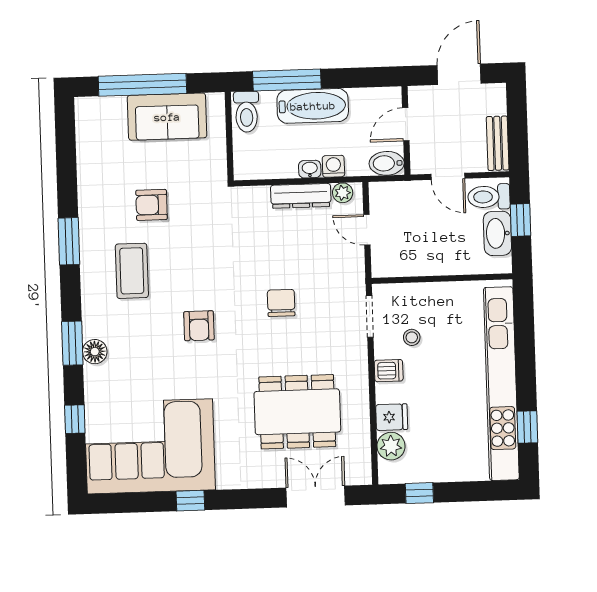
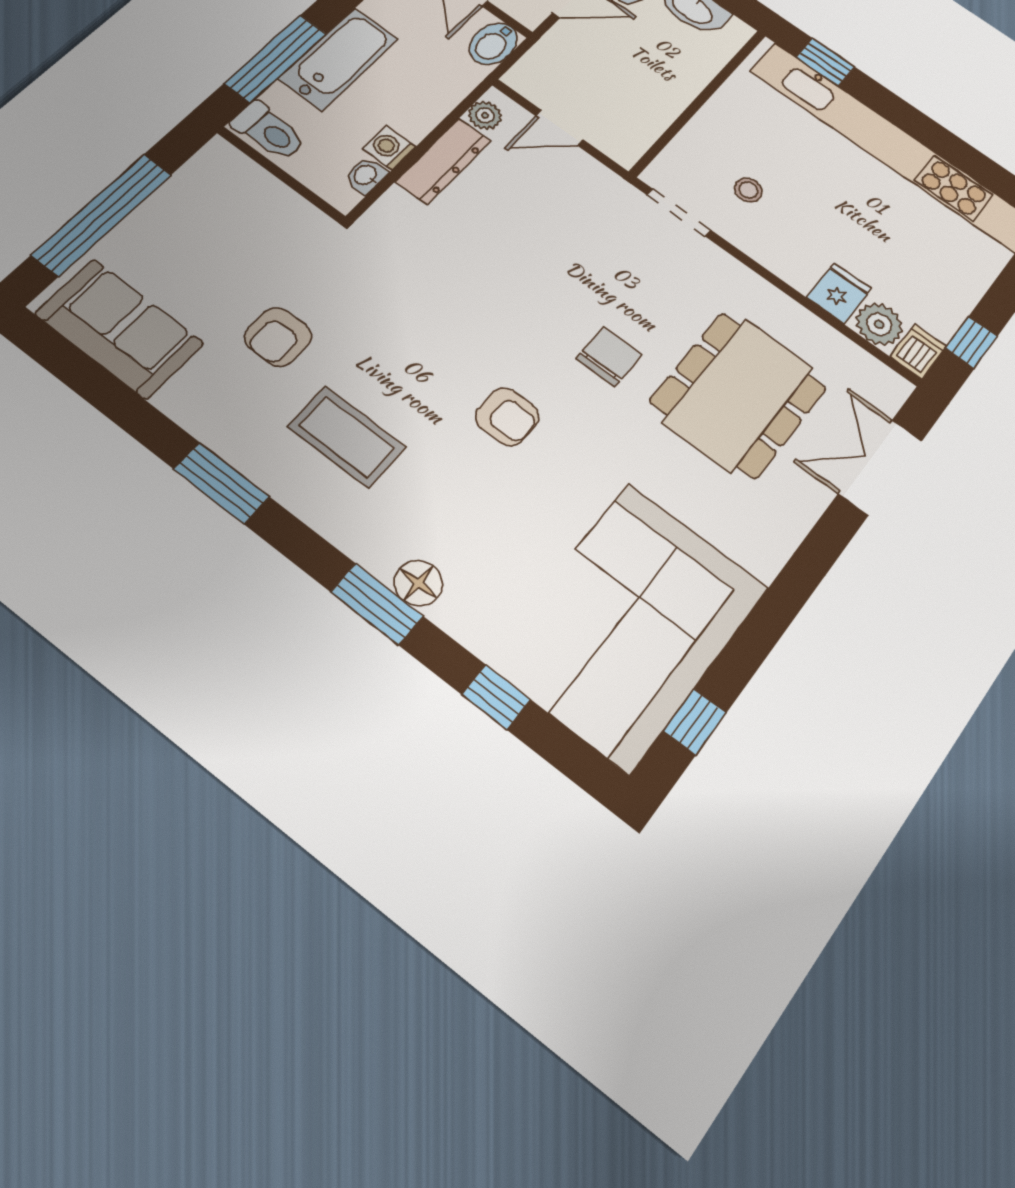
sofa: (167, 117) -> (119, 328), moved, turned -90
washing machine: (333, 166) -> (389, 148), moved
washbasin: (310, 169) -> (366, 175), moved
chair: (281, 303) -> (609, 357), moved, turned 90
dishwasher: (389, 371) -> (918, 351), moved
window: (527, 427) -> (826, 62), moved
window: (190, 501) -> (695, 722), moved

